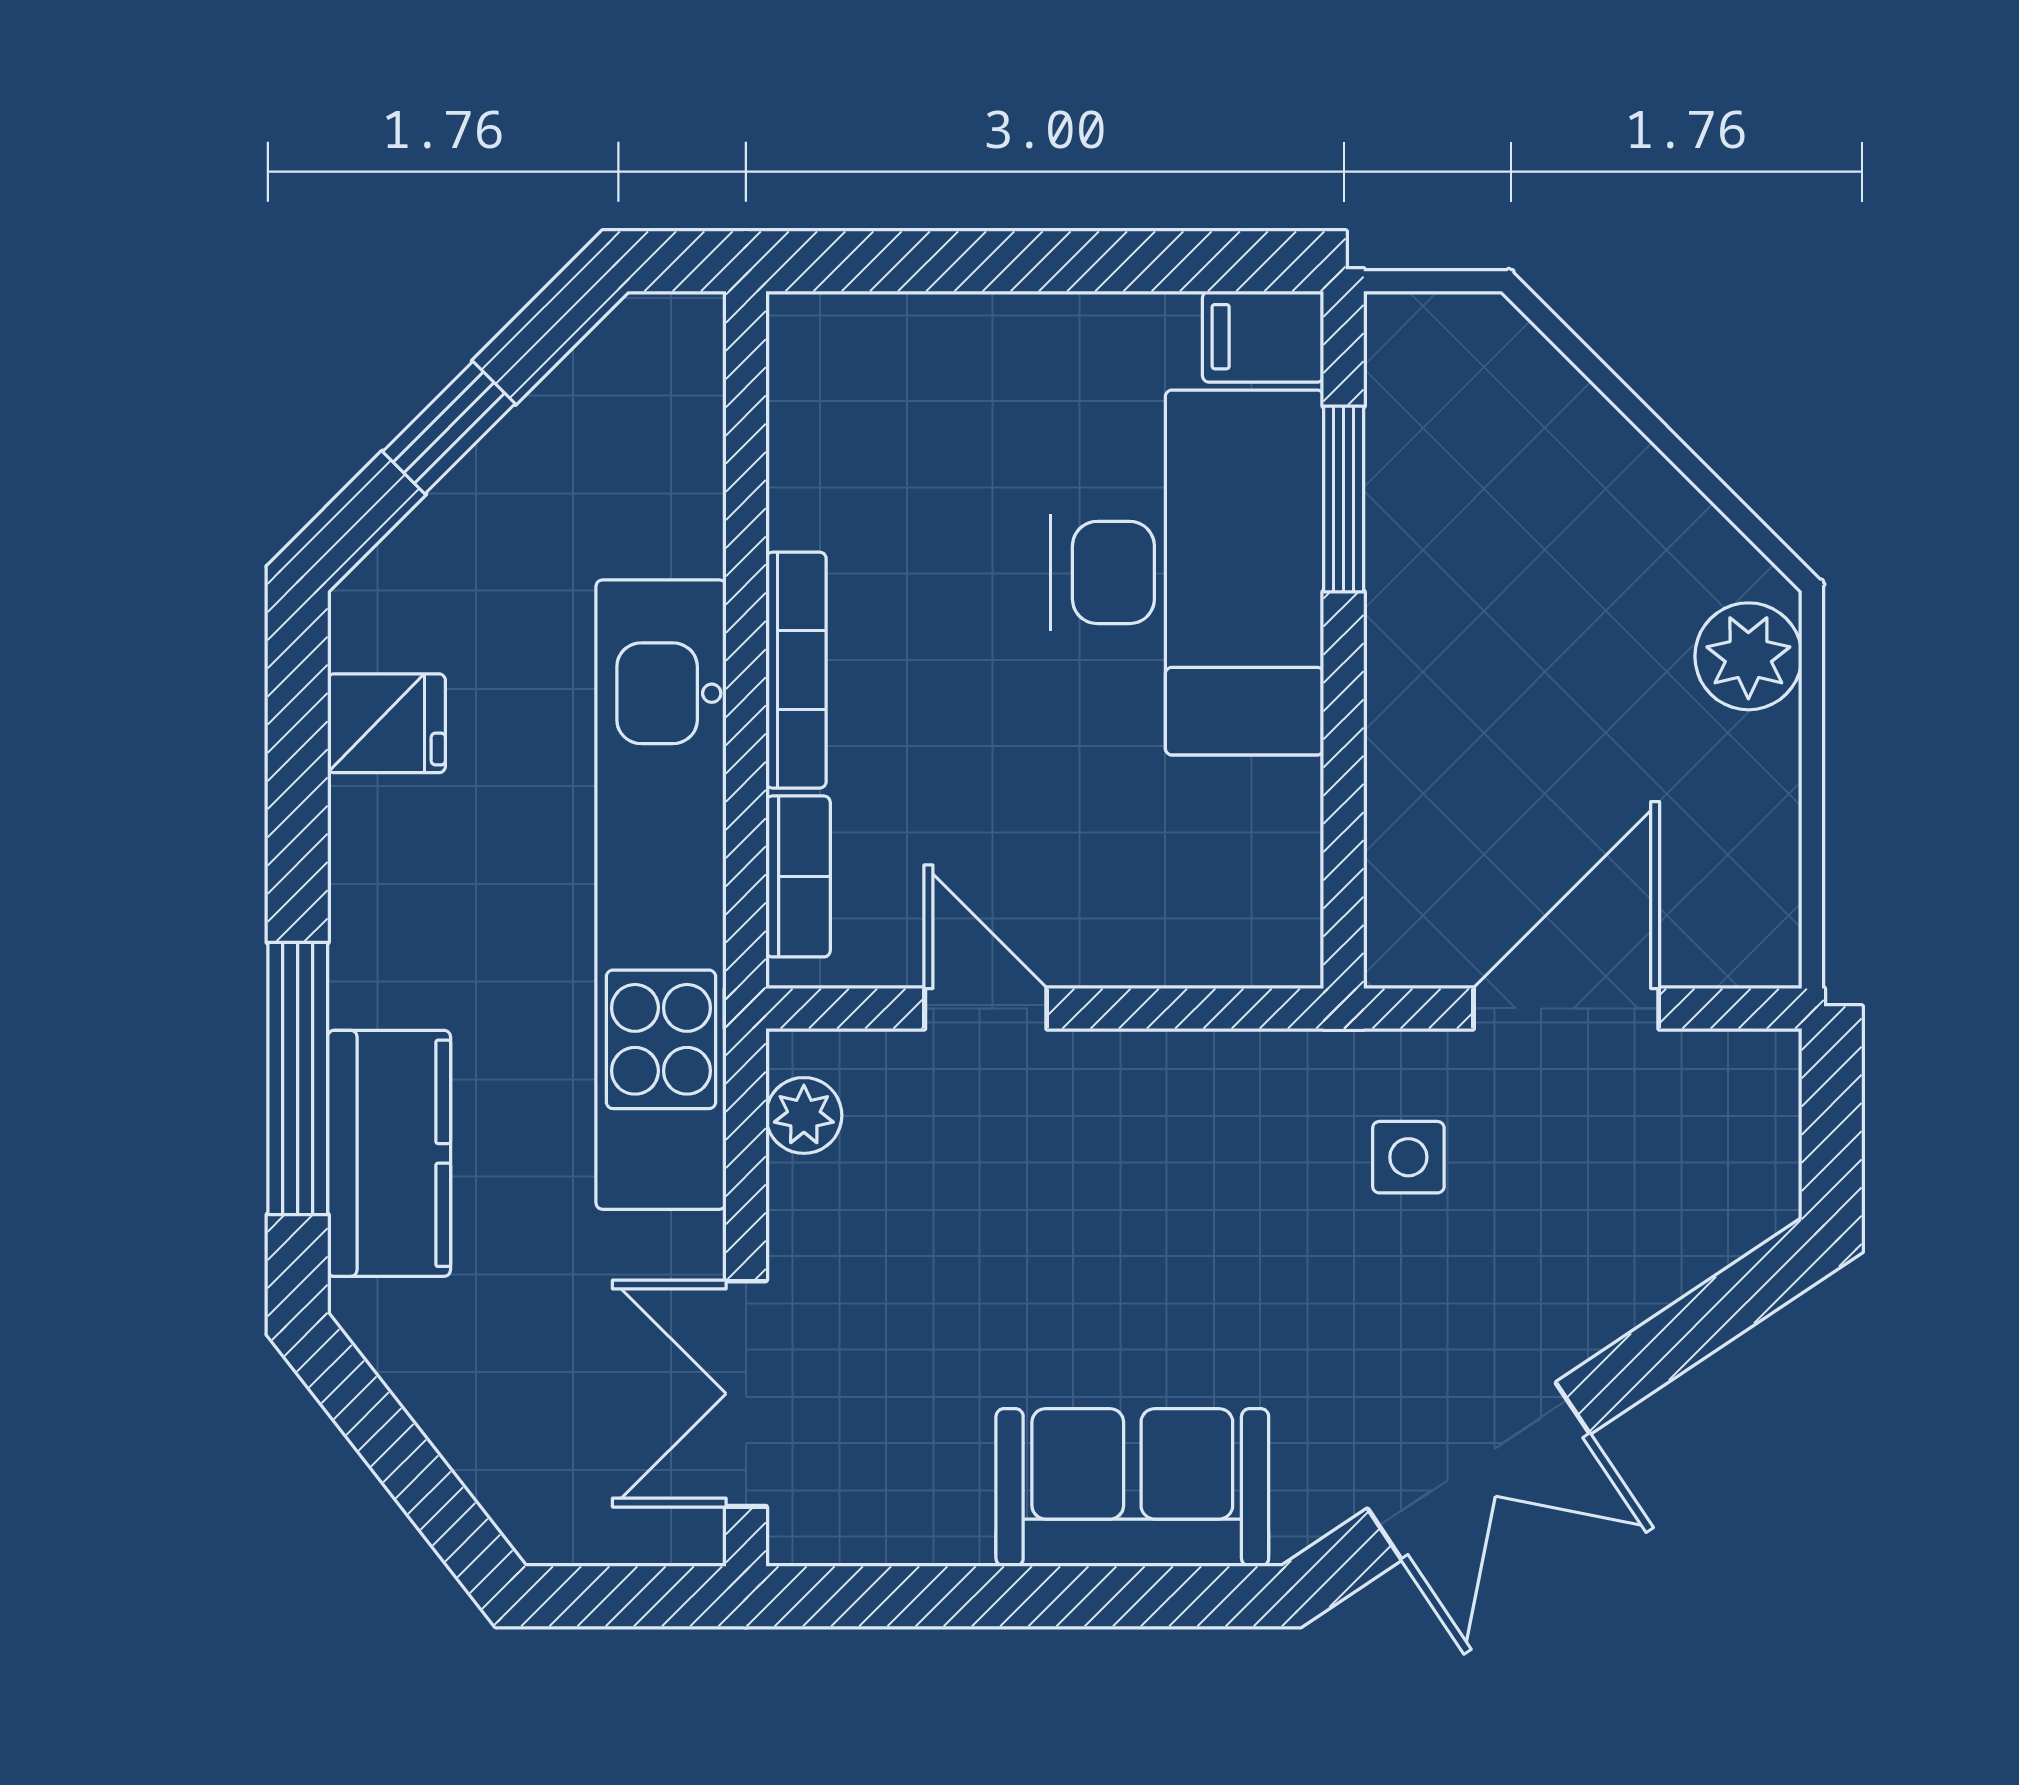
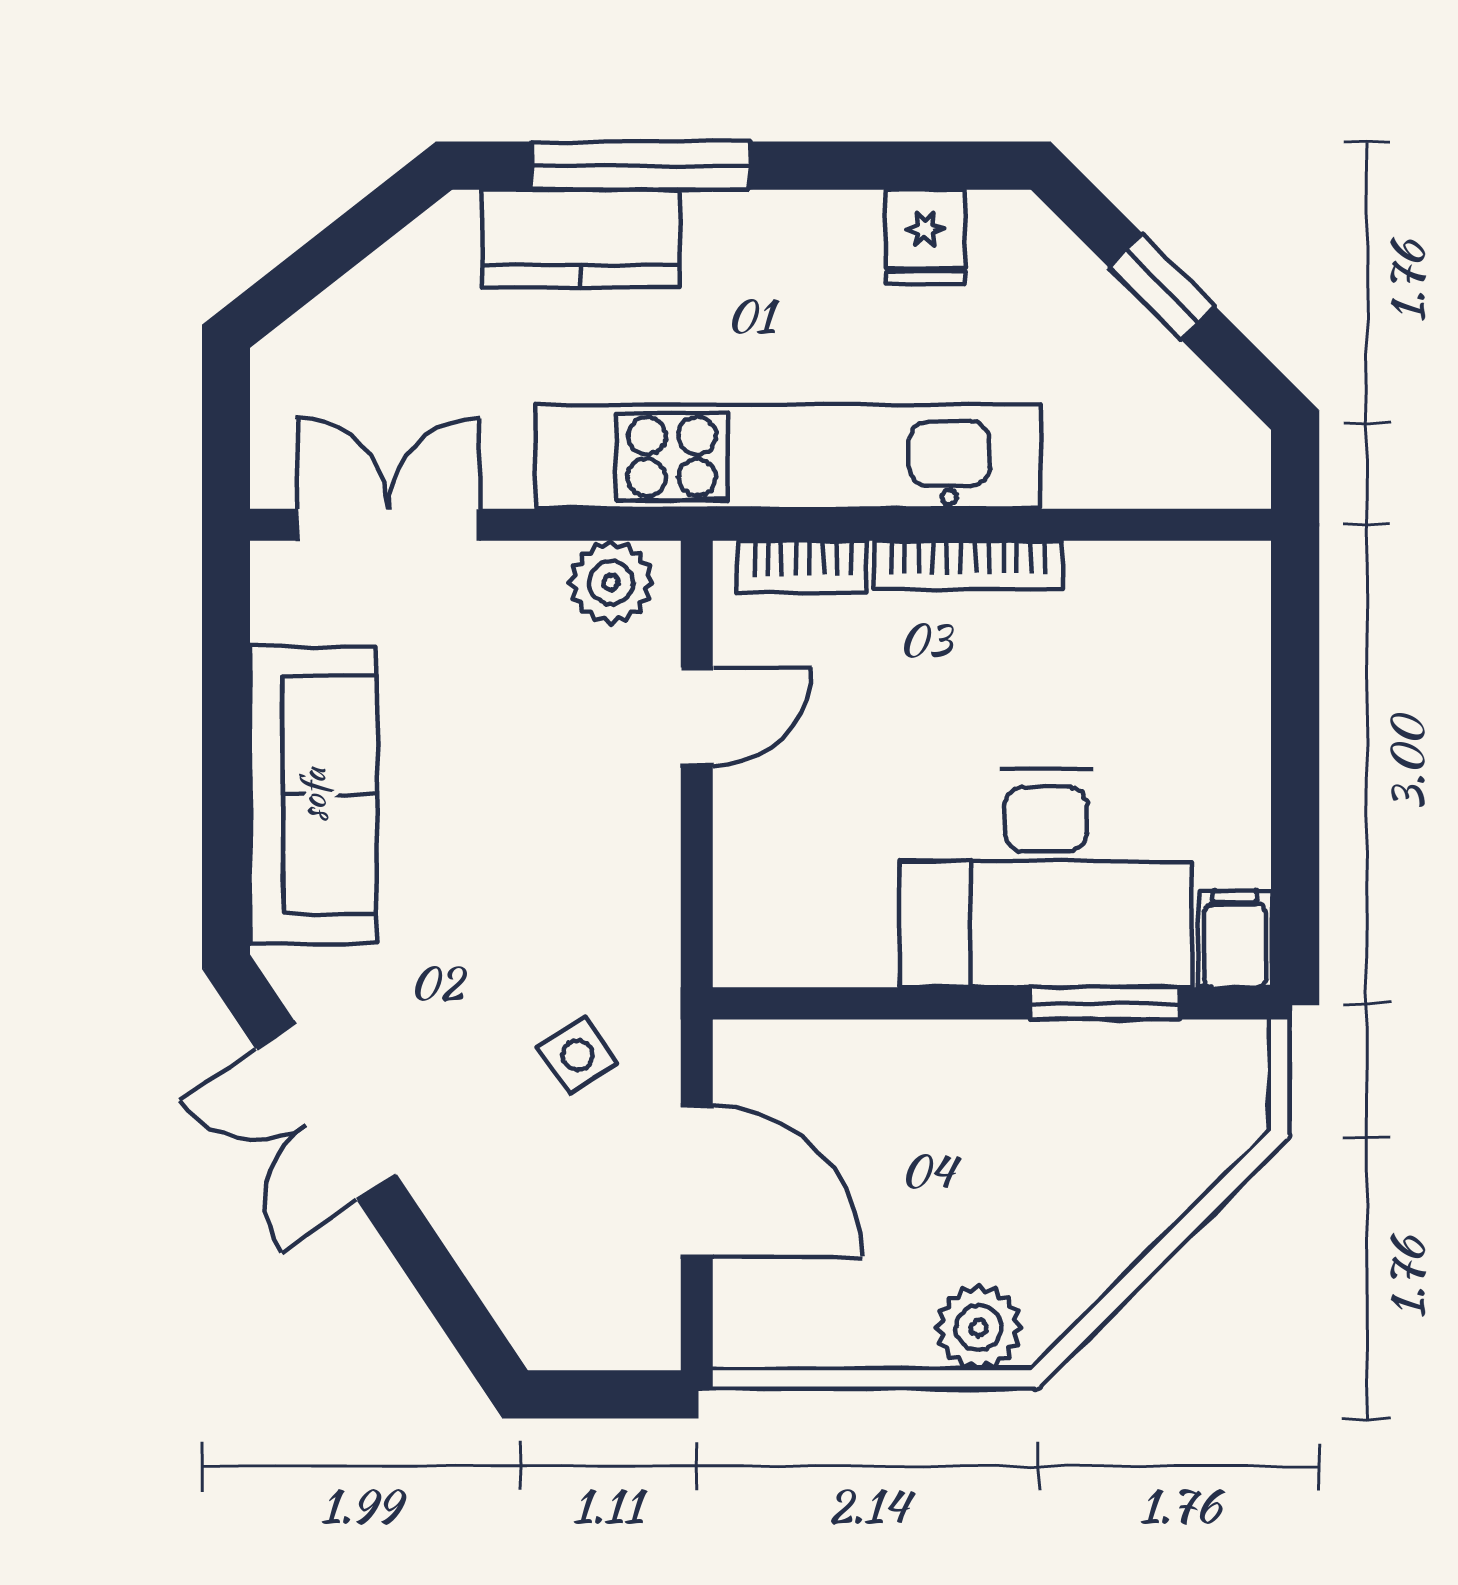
plant: (804, 1115) -> (611, 582), width x1.38, depth x1.38
side table: (1408, 1157) -> (578, 1055), turned -33
sofa: (1132, 1487) -> (313, 795), width x1.36

